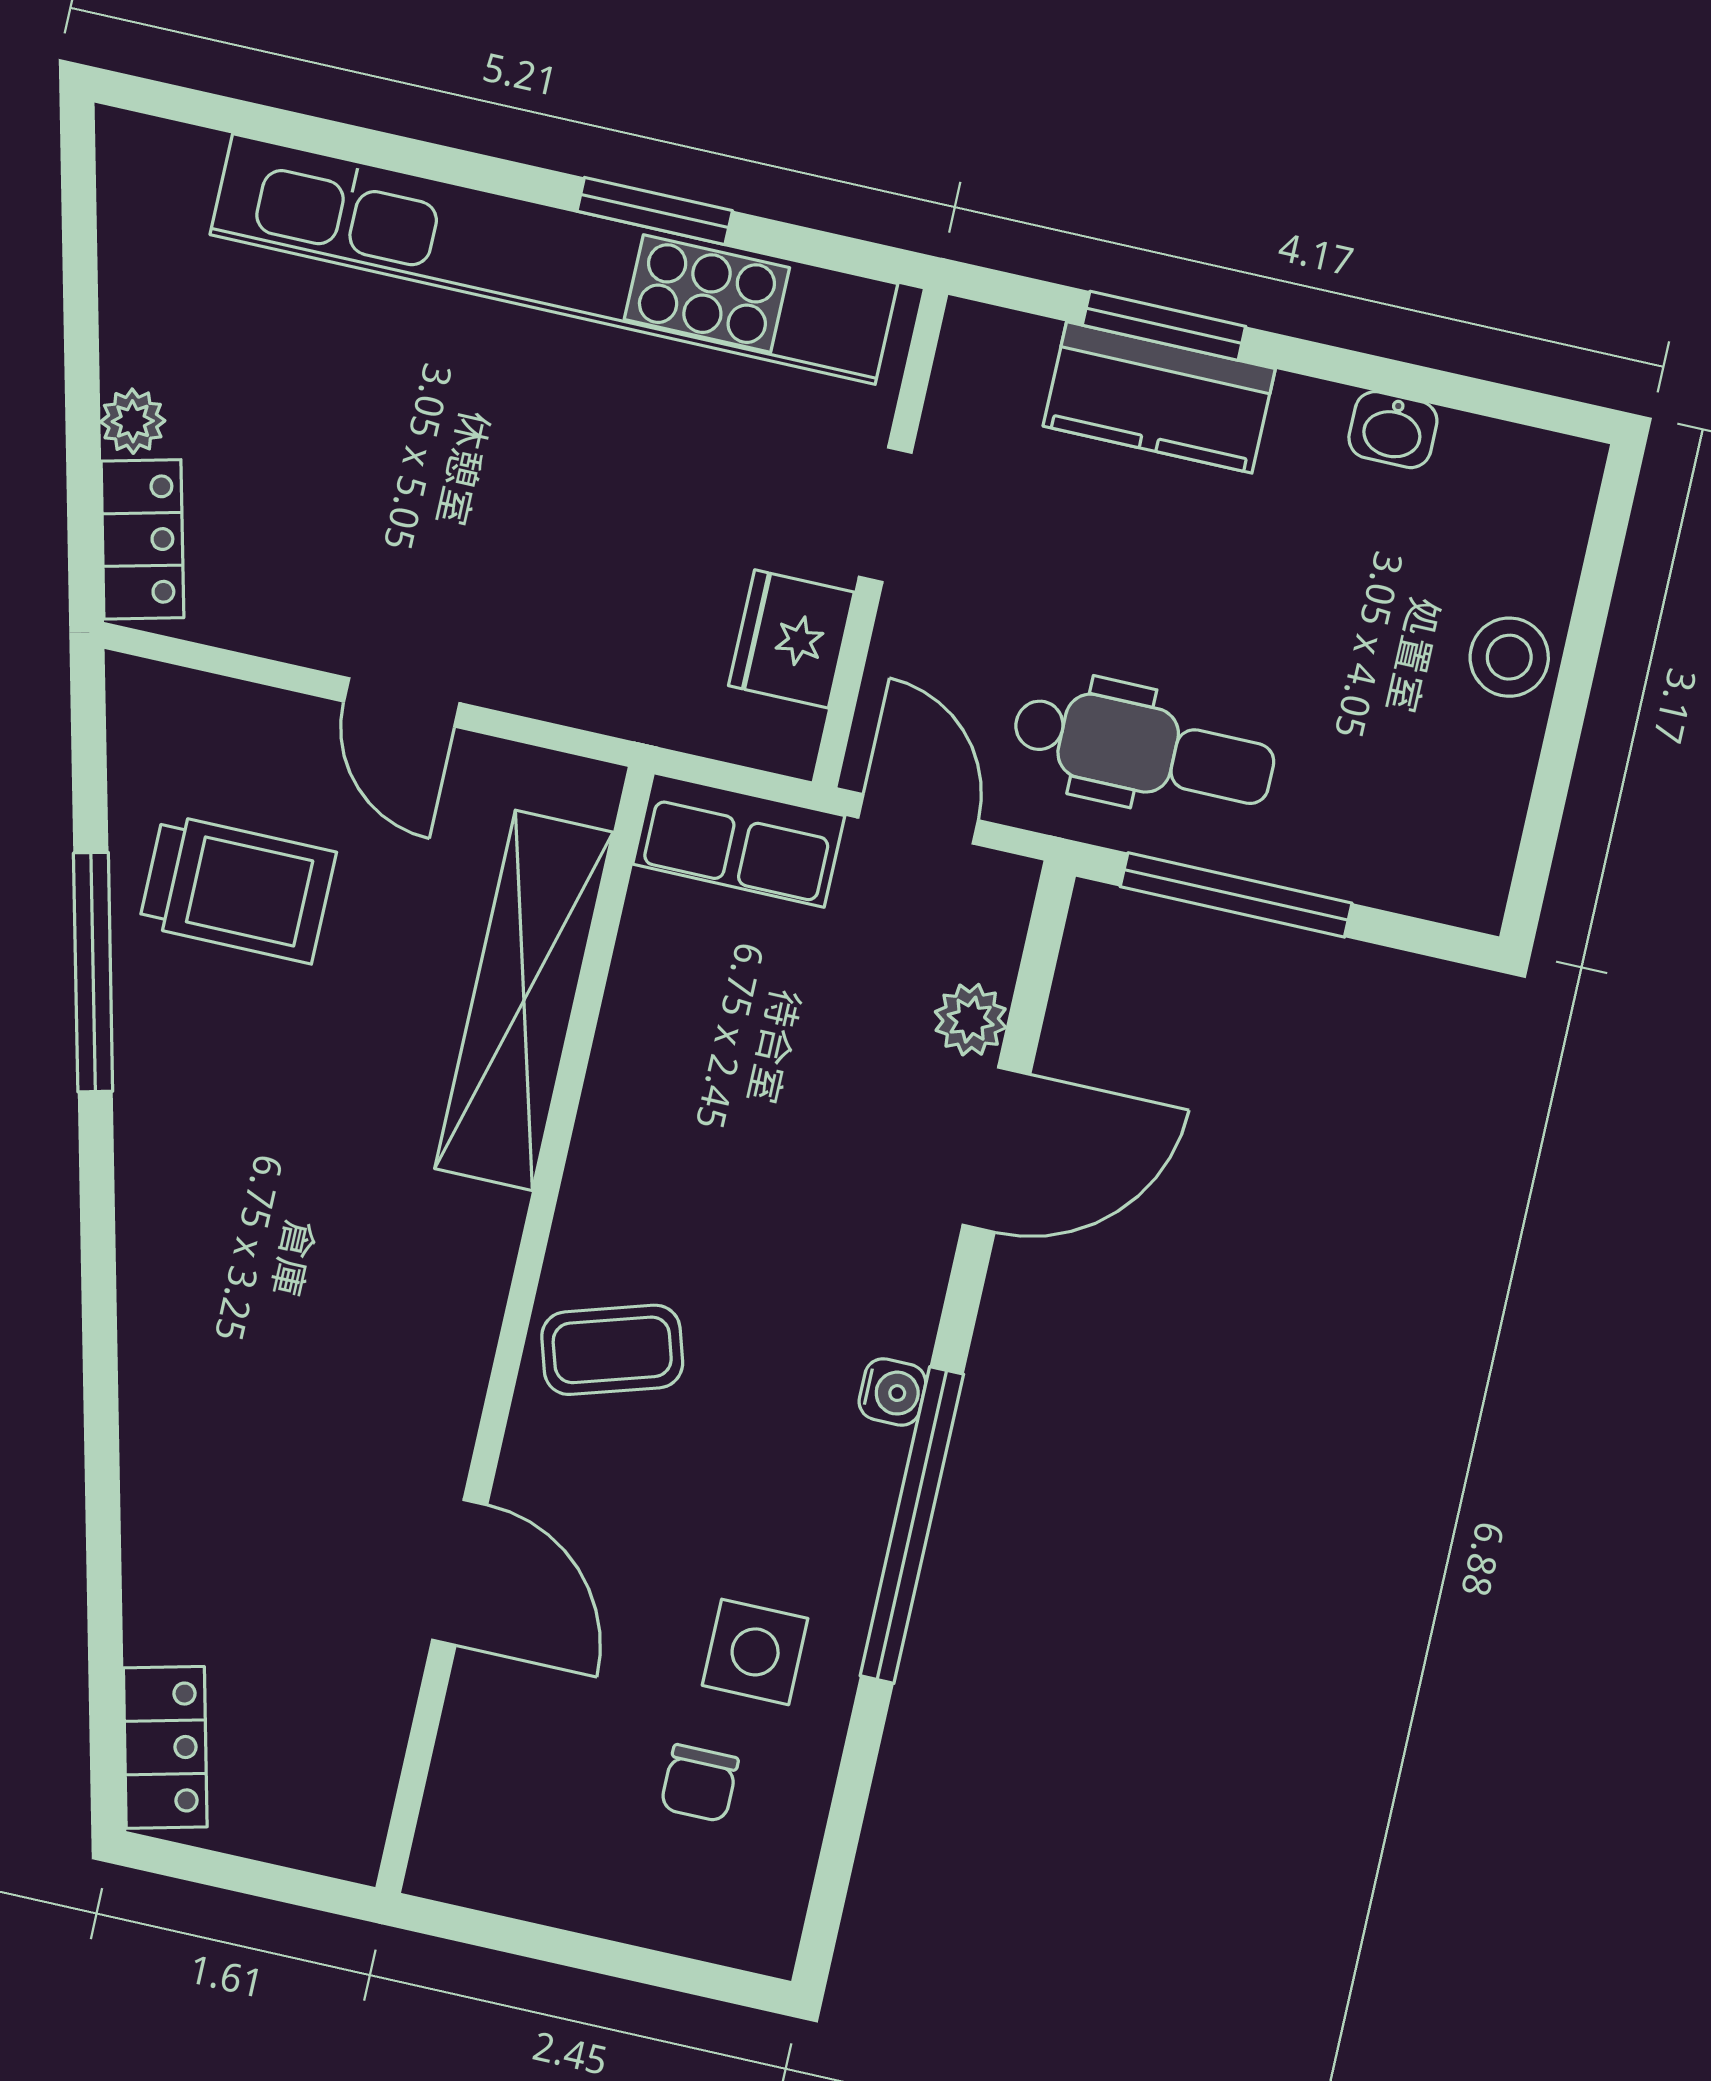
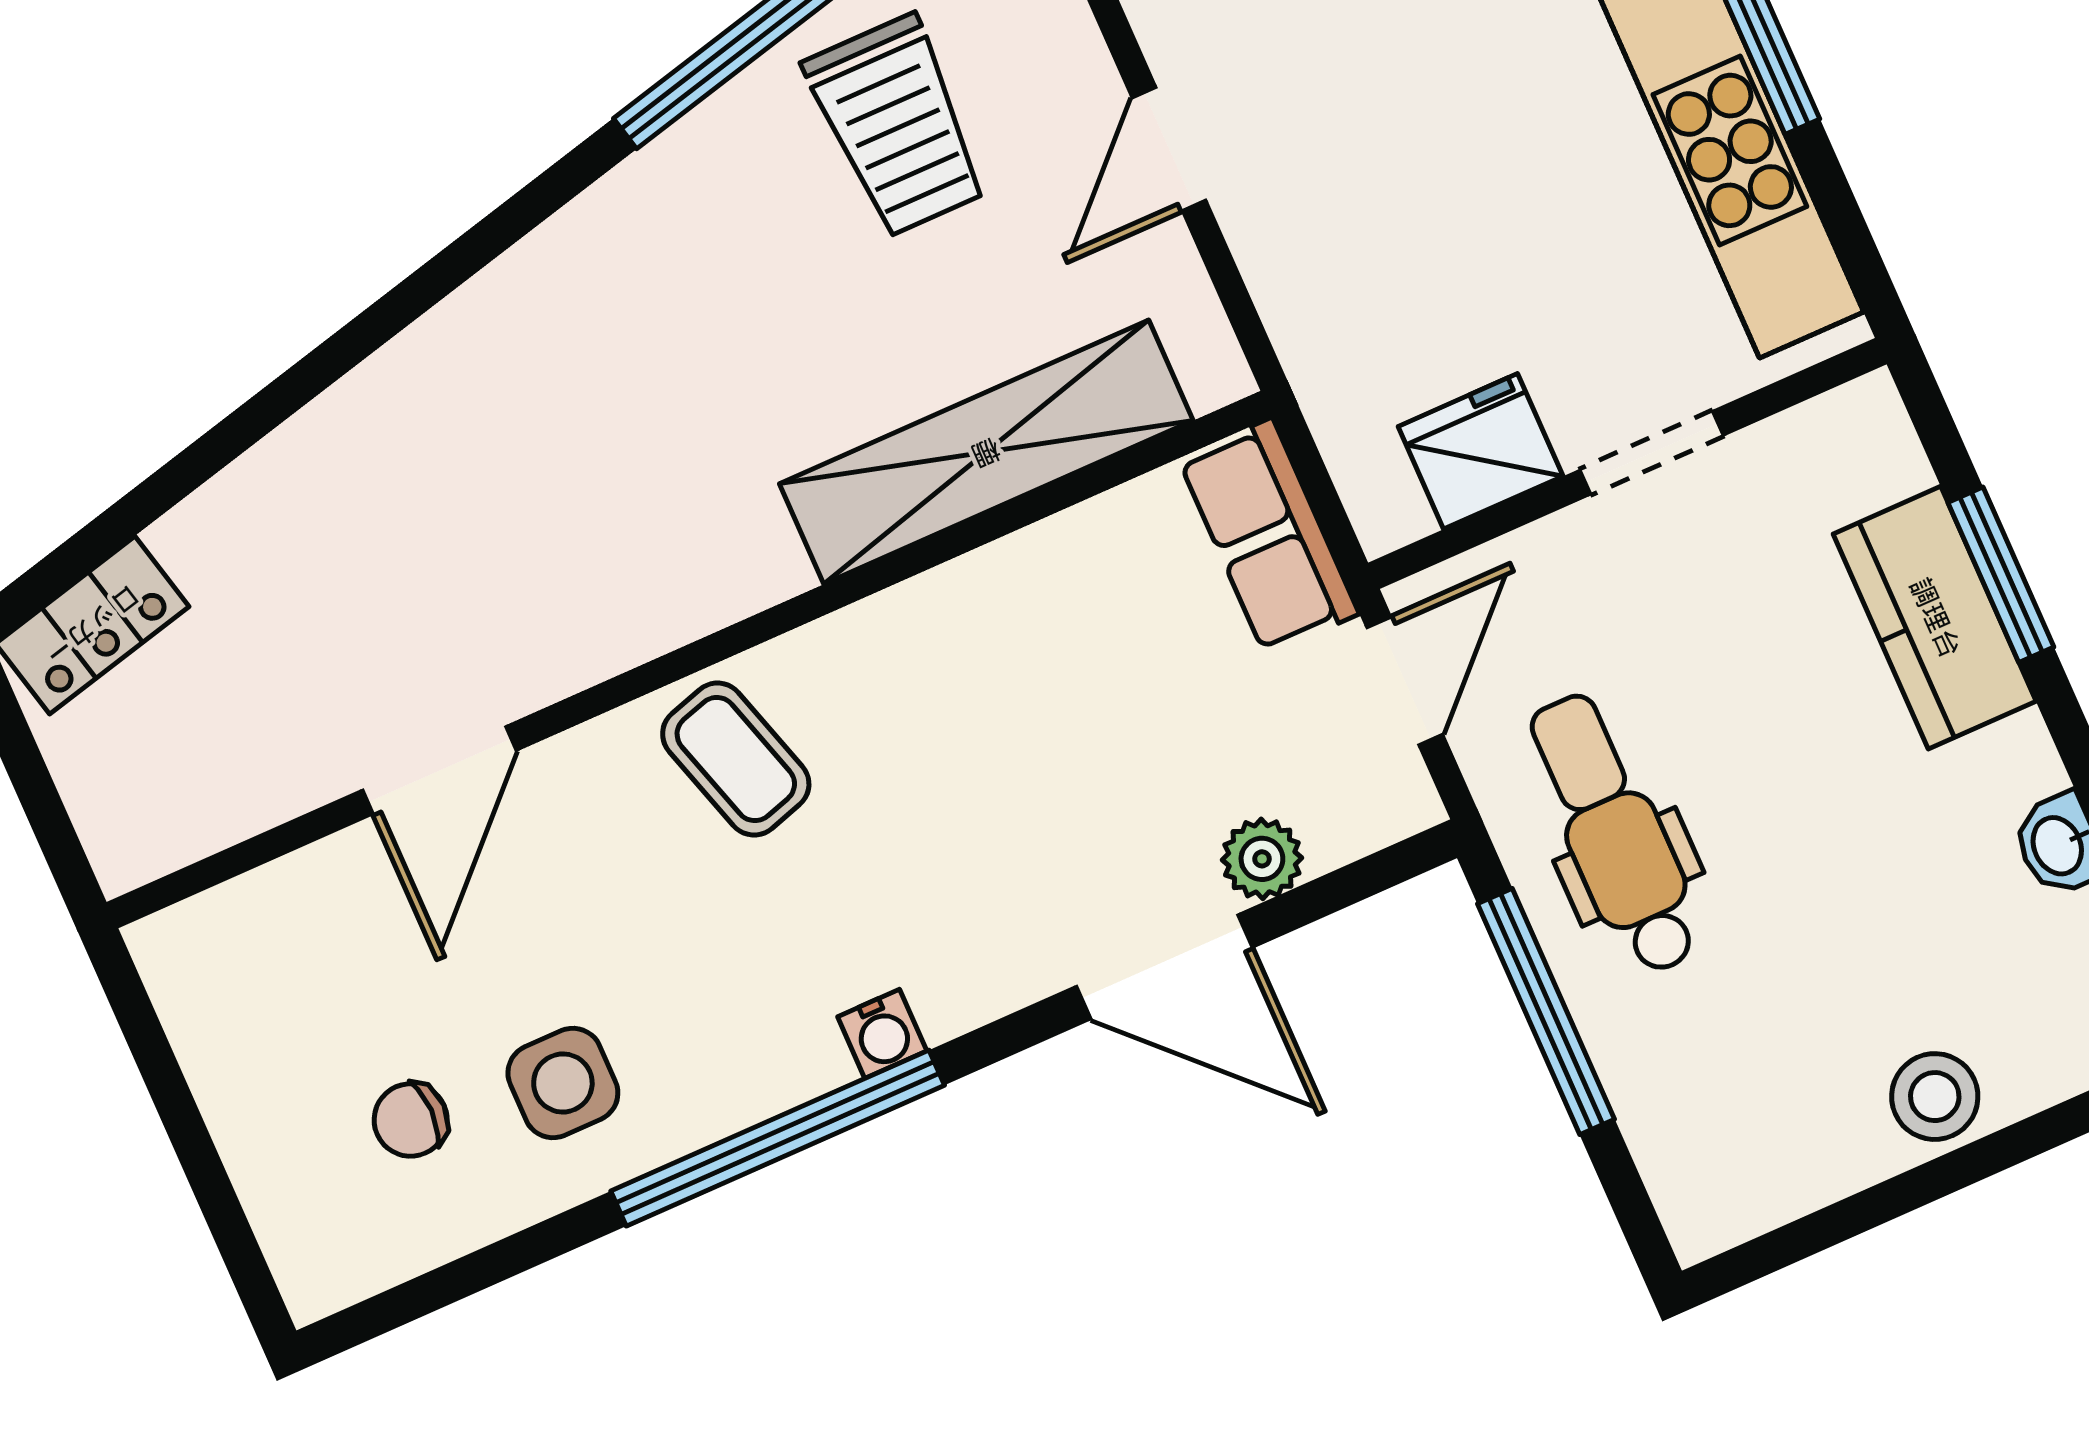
dental chair: (1144, 749) -> (1614, 834), turned 180

